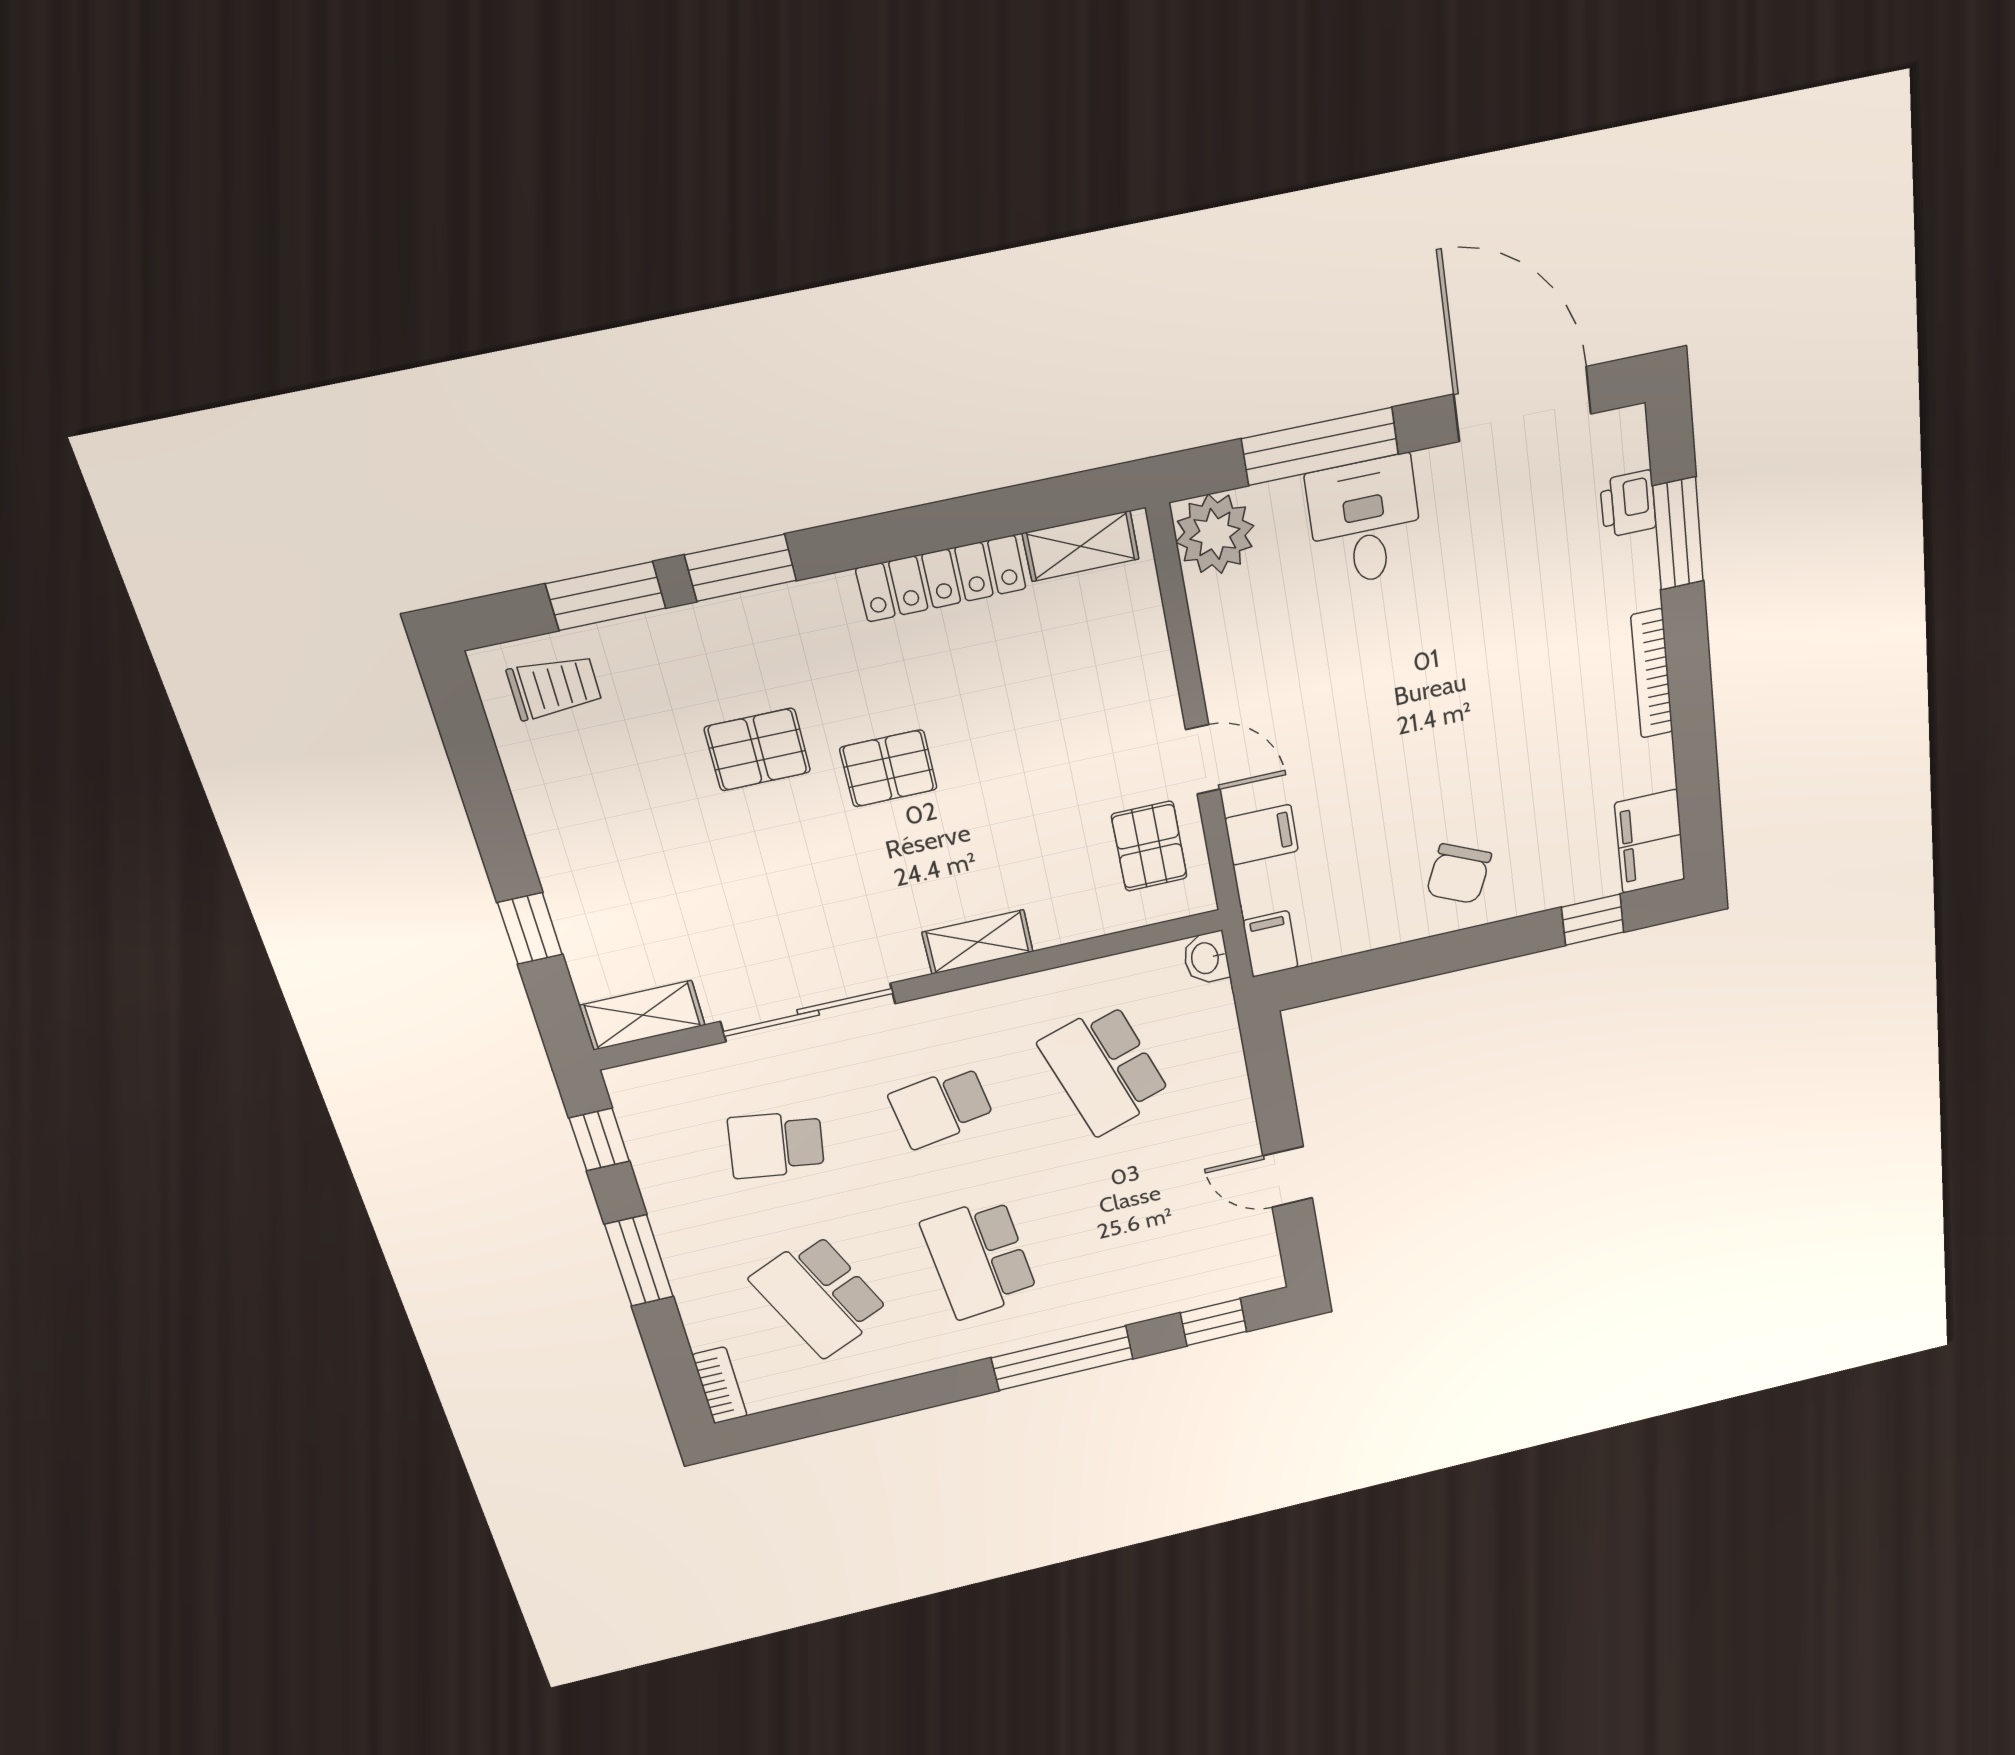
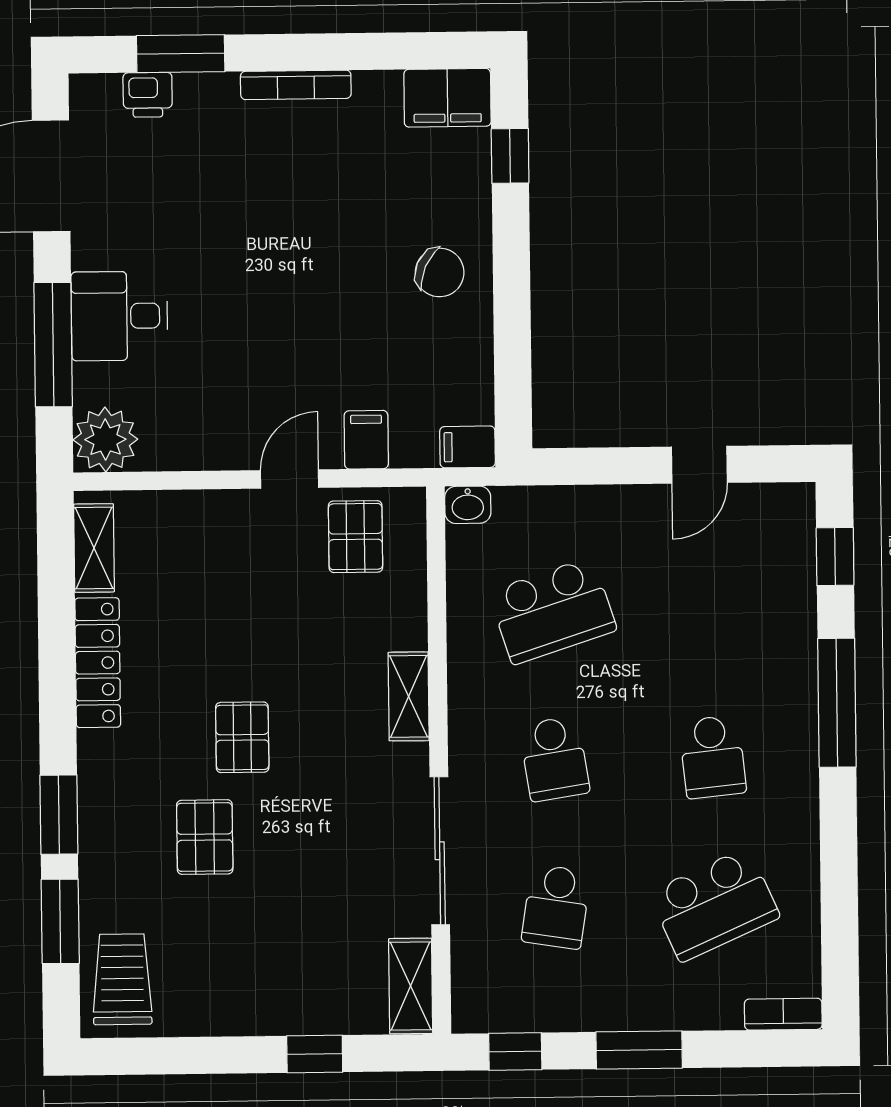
trolley: (554, 687) -> (122, 979), width x1.36, depth x1.39
pallet: (1149, 846) -> (355, 537), turned 90
school desk: (979, 1259) -> (713, 757), width x0.54

